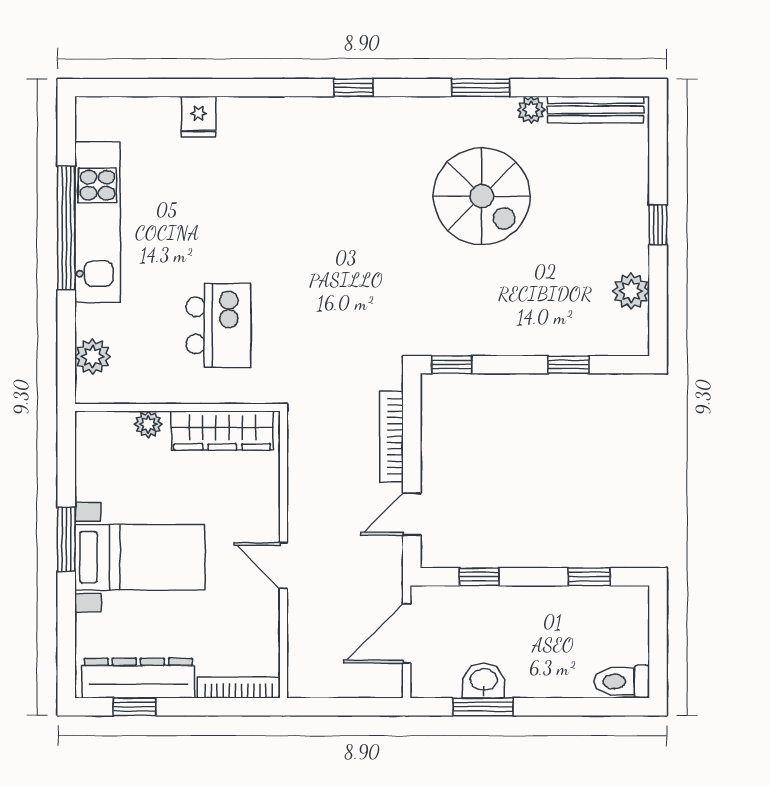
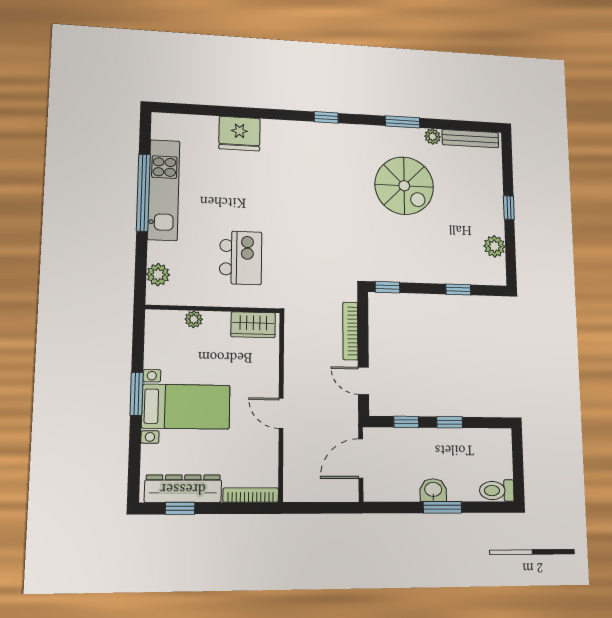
fridge: (199, 117) -> (239, 134), width x1.88, depth x1.34
wardrobe: (222, 431) -> (253, 325), width x0.67
door: (412, 514) -> (363, 381), hinge flipped
window: (589, 577) -> (450, 422), moved
washbasin: (484, 681) -> (433, 490), moved
window: (483, 707) -> (442, 507), moved

